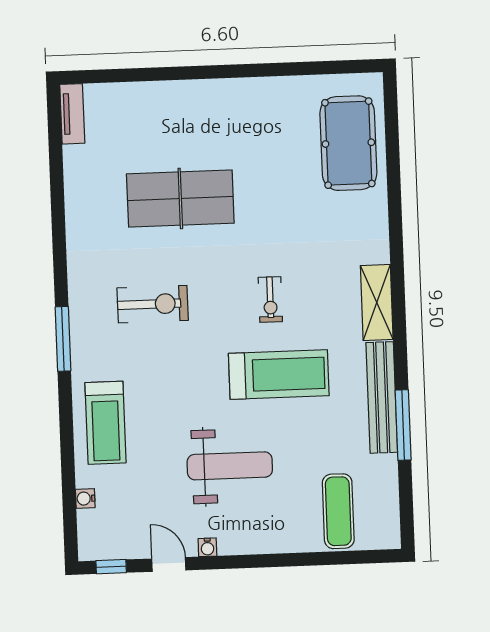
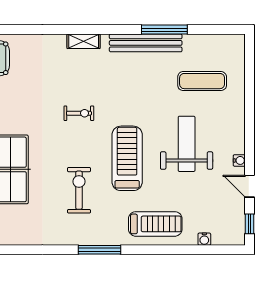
shelving: (377, 302) -> (84, 41), width x0.67, depth x0.75
treadmill: (279, 375) -> (127, 158), moved
exercise mat: (338, 511) -> (202, 81), moved
door: (169, 564) -> (249, 186), hinge flipped

